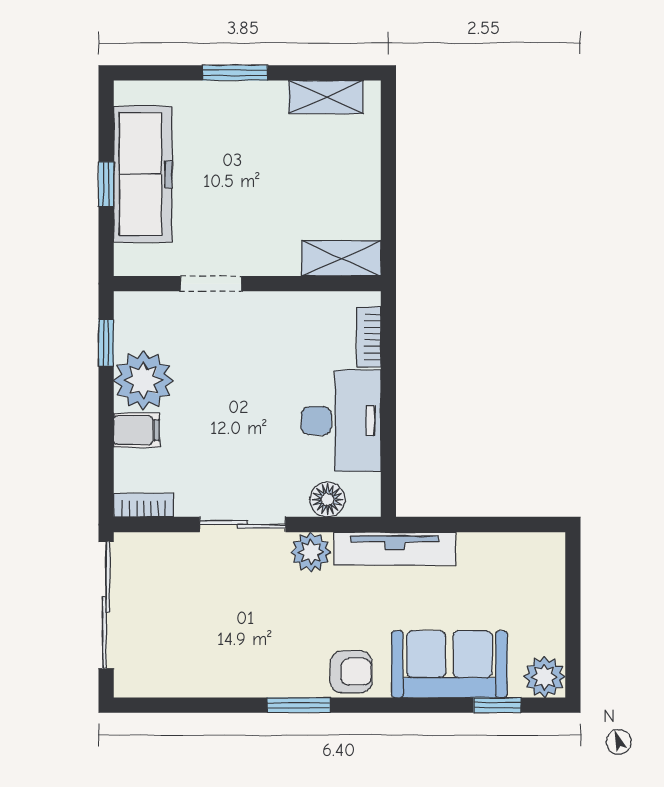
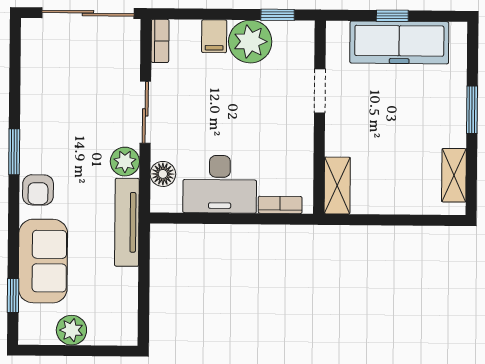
plant: (545, 677) -> (71, 330), moved

